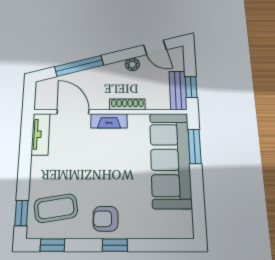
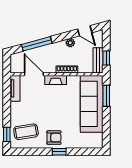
armchair: (106, 219) -> (54, 138), turned 180
window: (52, 245) -> (25, 152), removed

